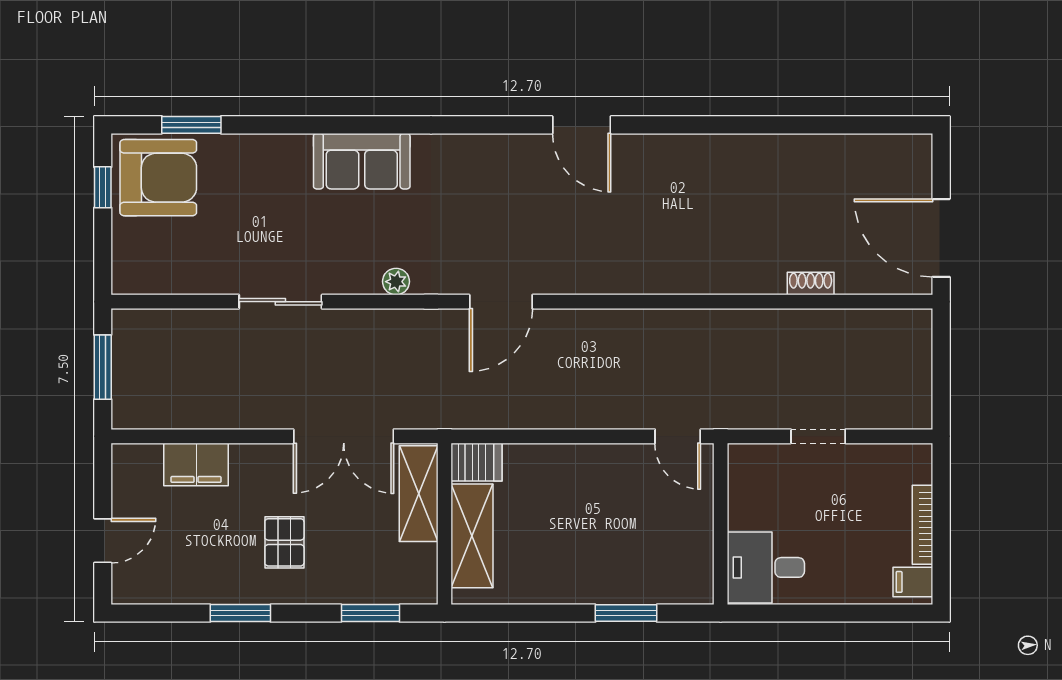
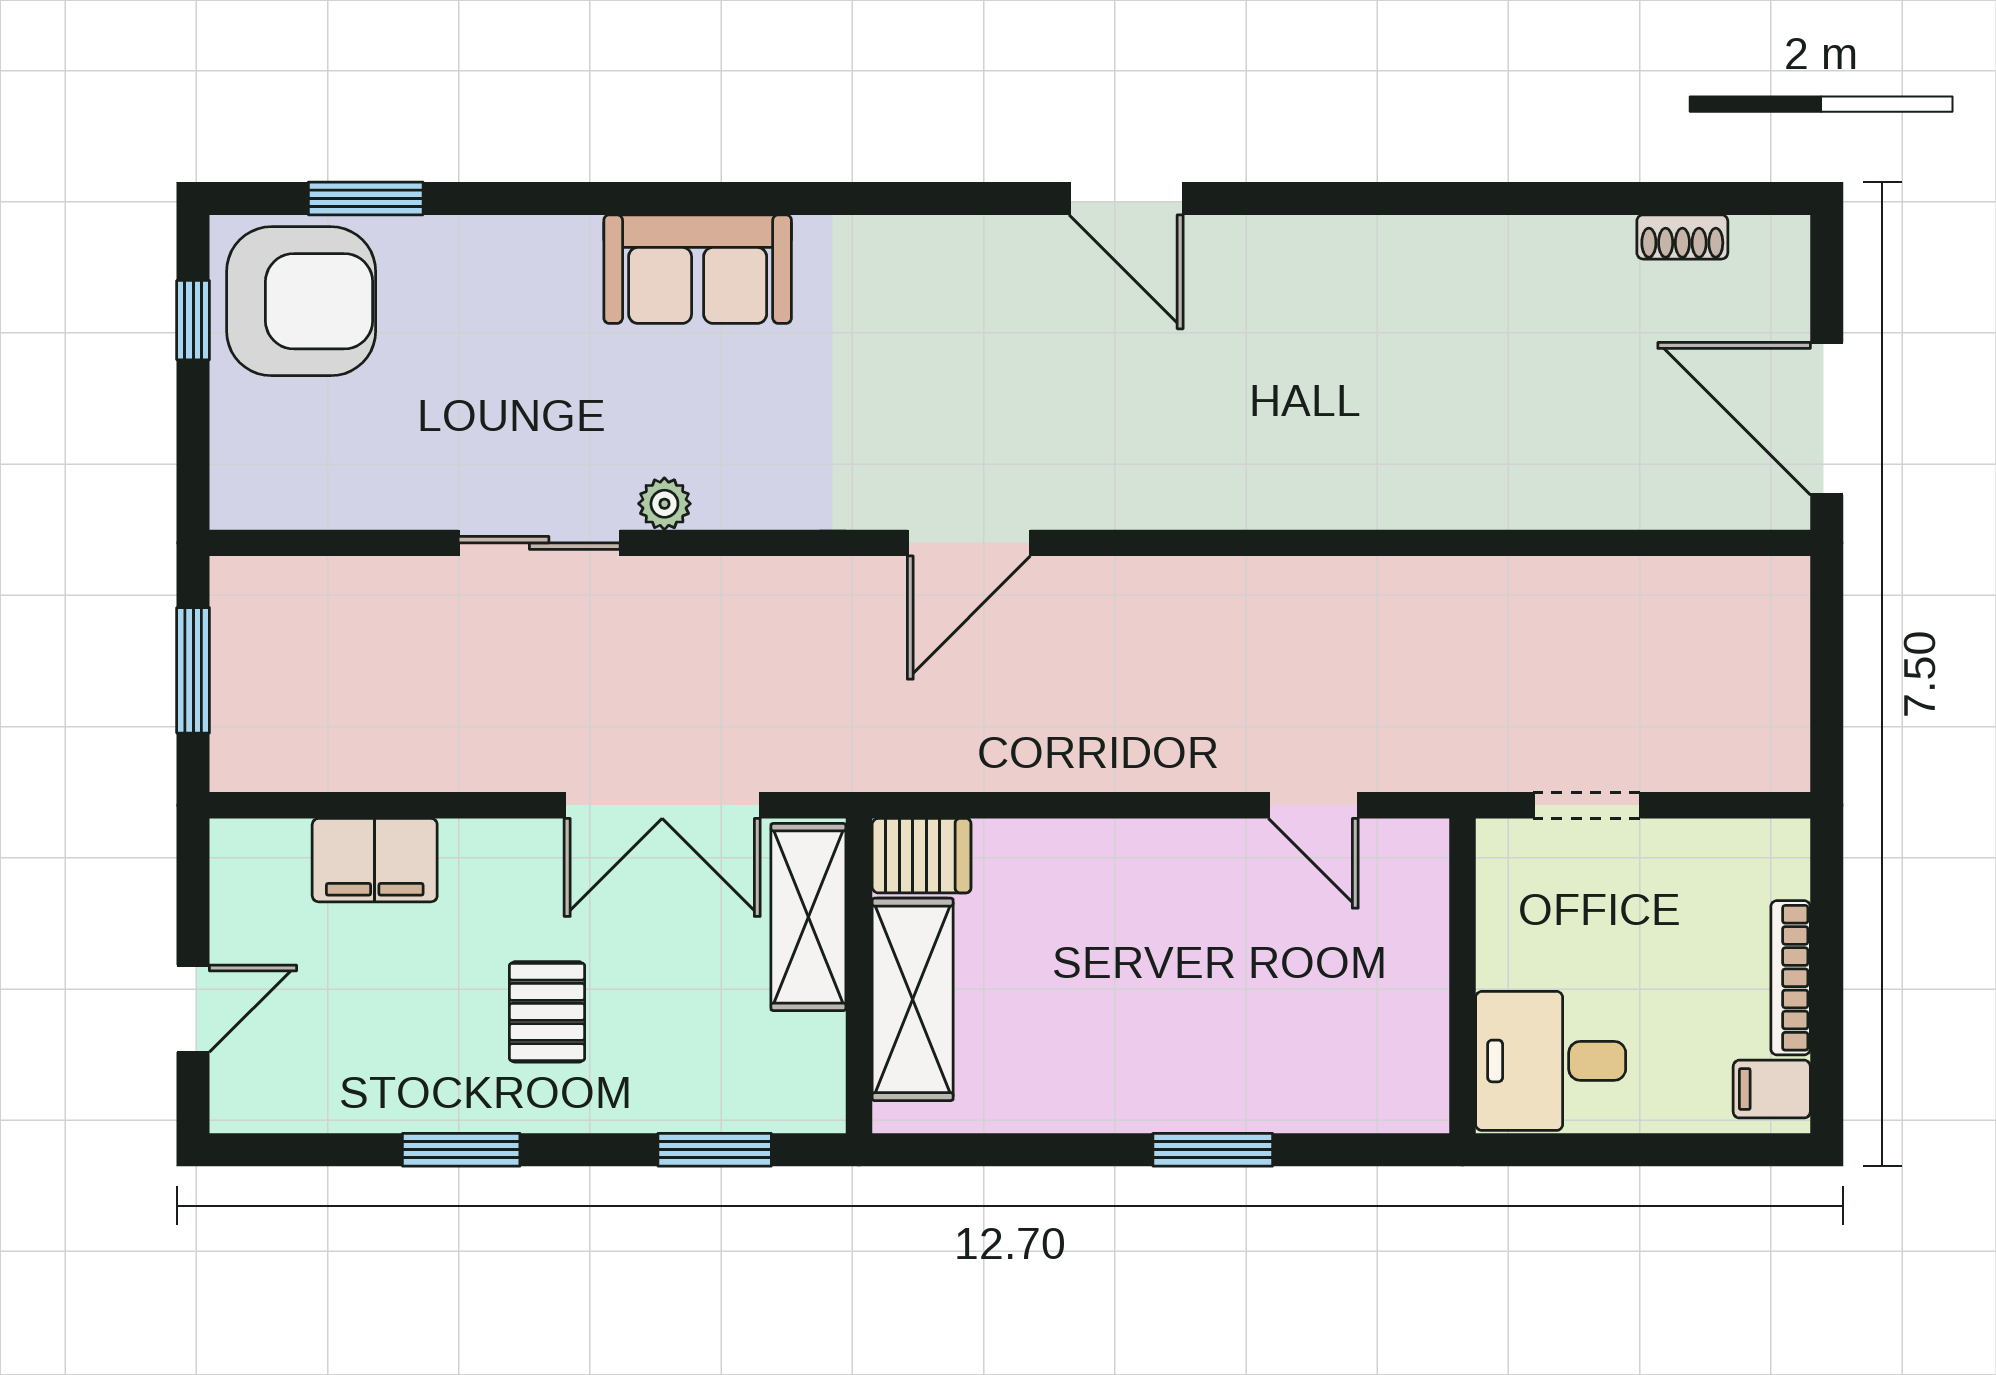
plant: (396, 282) -> (664, 504), moved
shoe rack: (811, 284) -> (1682, 237), moved, turned 180
wall: (721, 524) -> (1463, 976), moved
desk: (766, 567) -> (1551, 1061), moved

